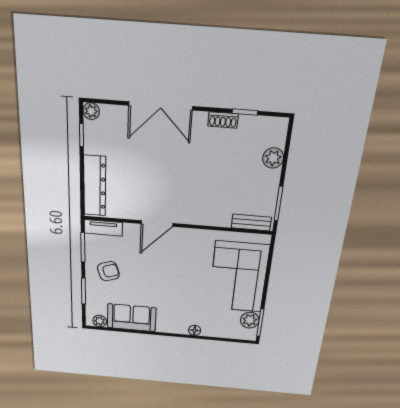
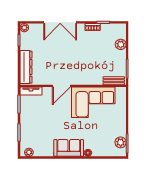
armchair: (108, 271) -> (34, 118), removed
corner sofa: (239, 277) -> (93, 102), moved, turned -90
sofa: (132, 318) -> (69, 148), moved

